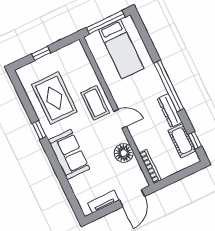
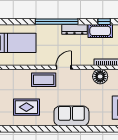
rug: (54, 98) -> (26, 107), width x0.73, depth x0.70
window: (39, 130) -> (44, 129), removed
floor lamp: (124, 153) -> (100, 76), moved

